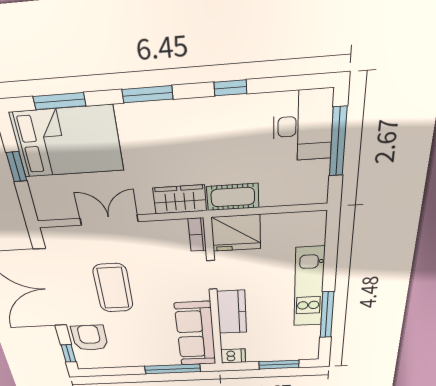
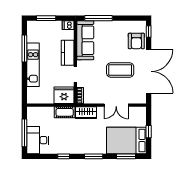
coffee table: (113, 288) -> (120, 70), turned 90

